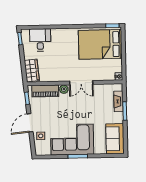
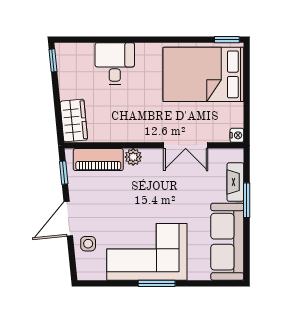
desk: (40, 40) -> (115, 64), moved
double door: (81, 83) -> (186, 145), moved
sofa: (115, 139) -> (227, 242), width x1.36

